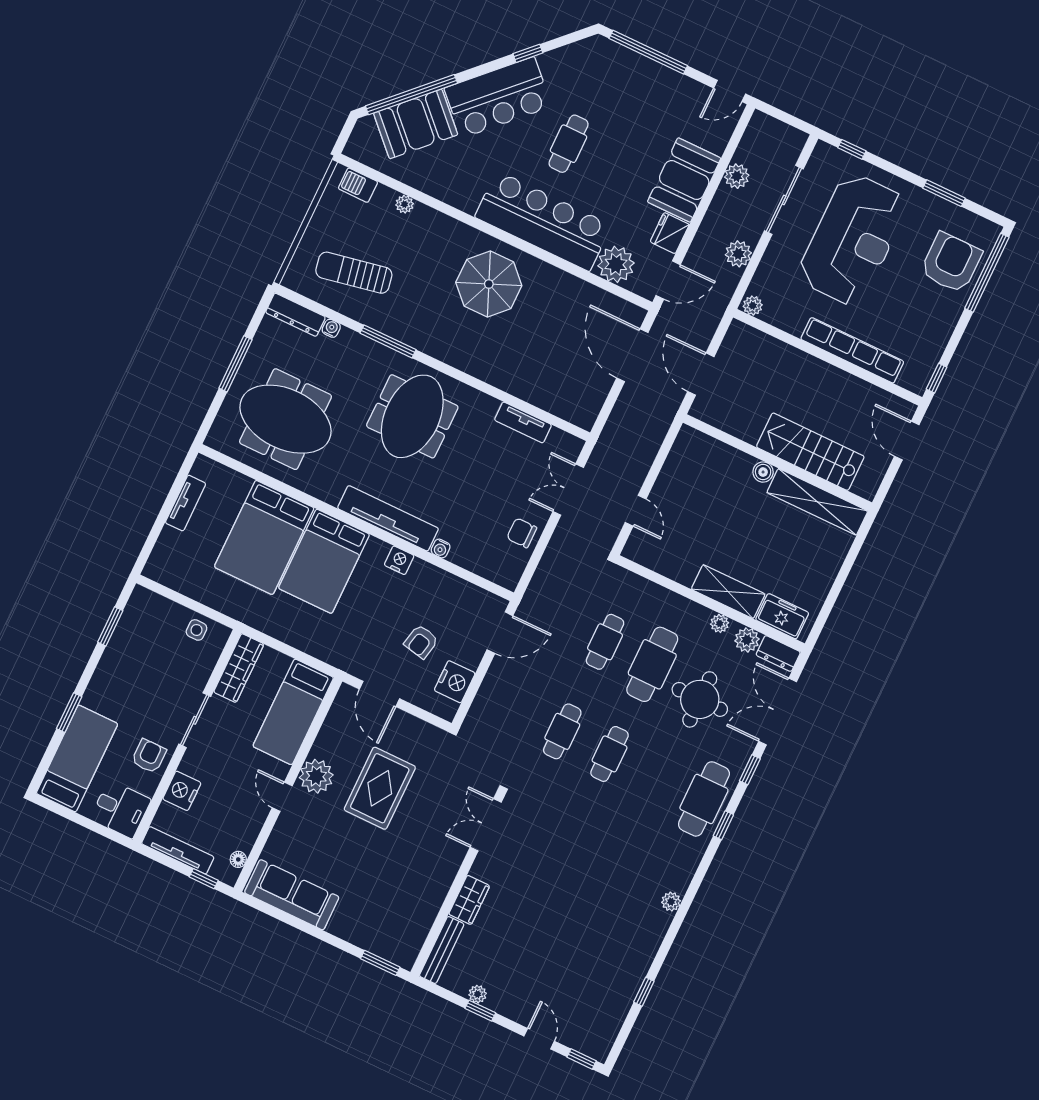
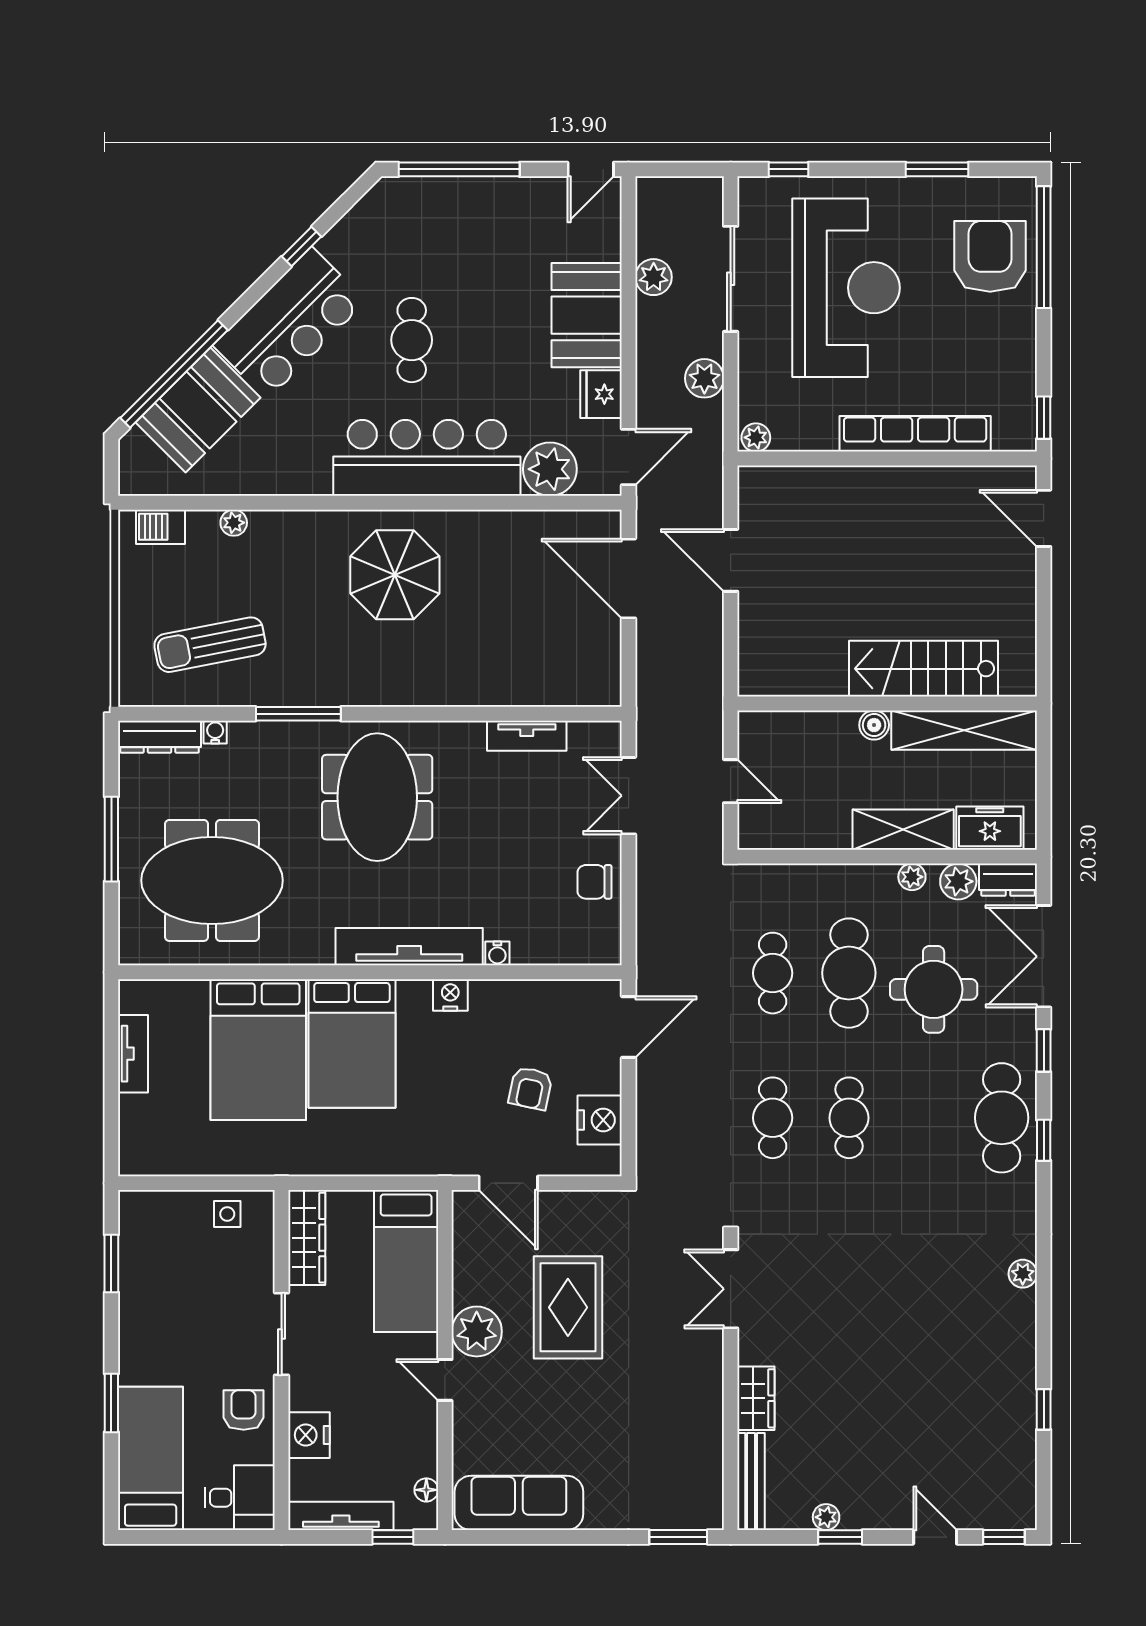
stairs: (810, 452) -> (923, 669), moved
wall: (777, 463) -> (887, 703), moved
boiler: (763, 472) -> (874, 725), moved
shelving: (817, 502) -> (964, 730), moved

